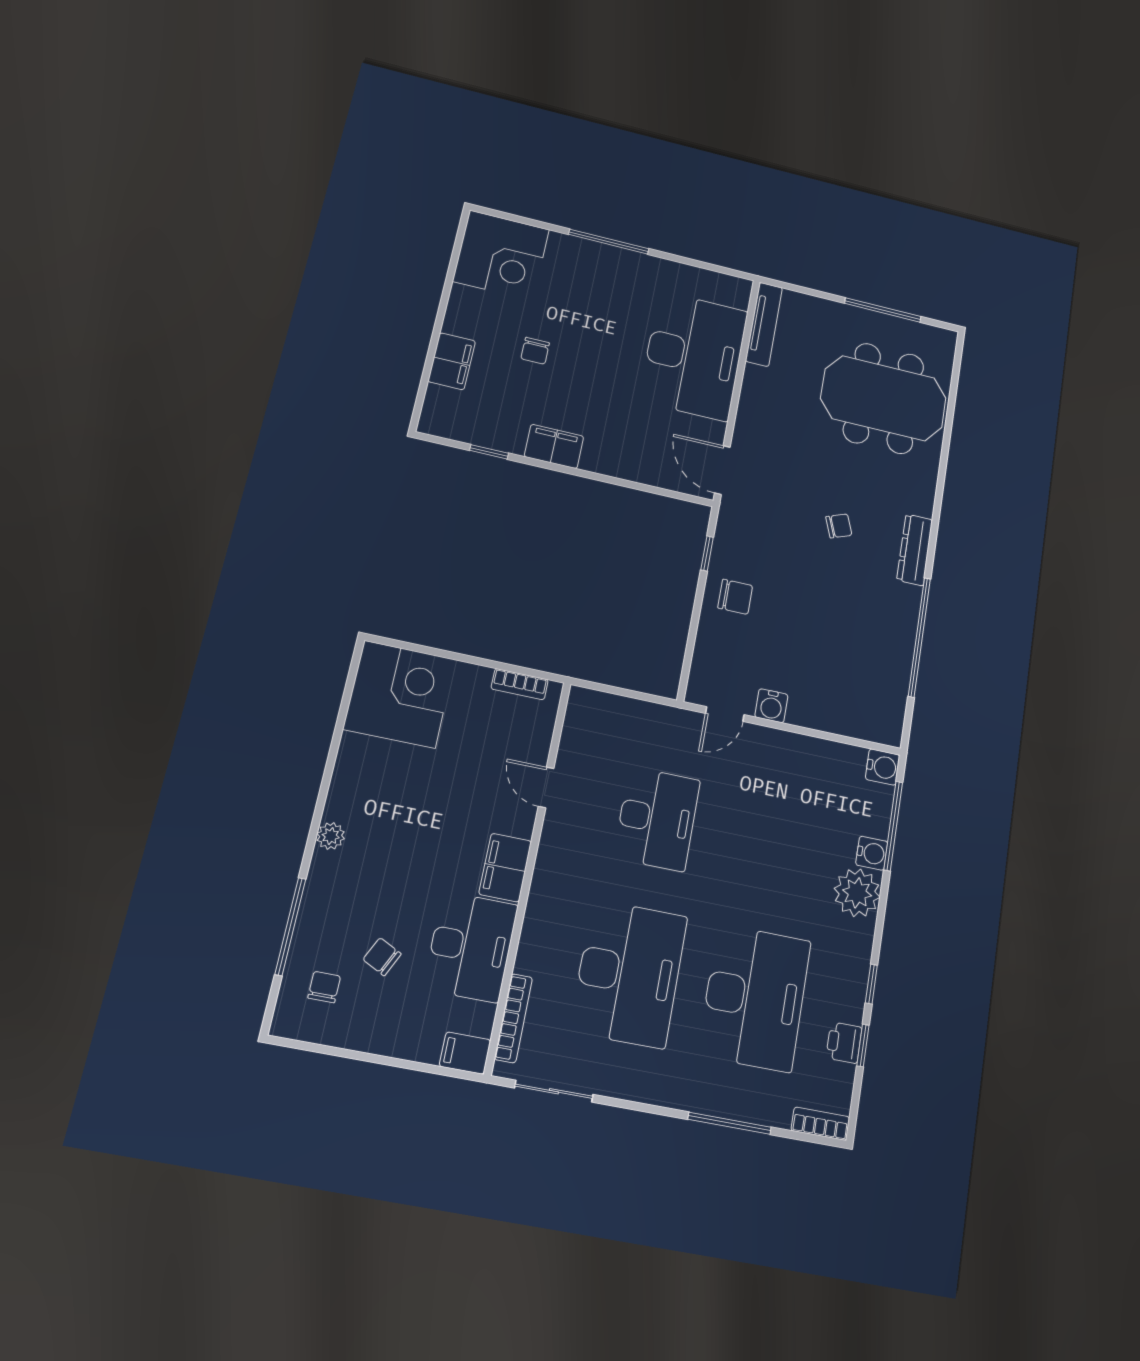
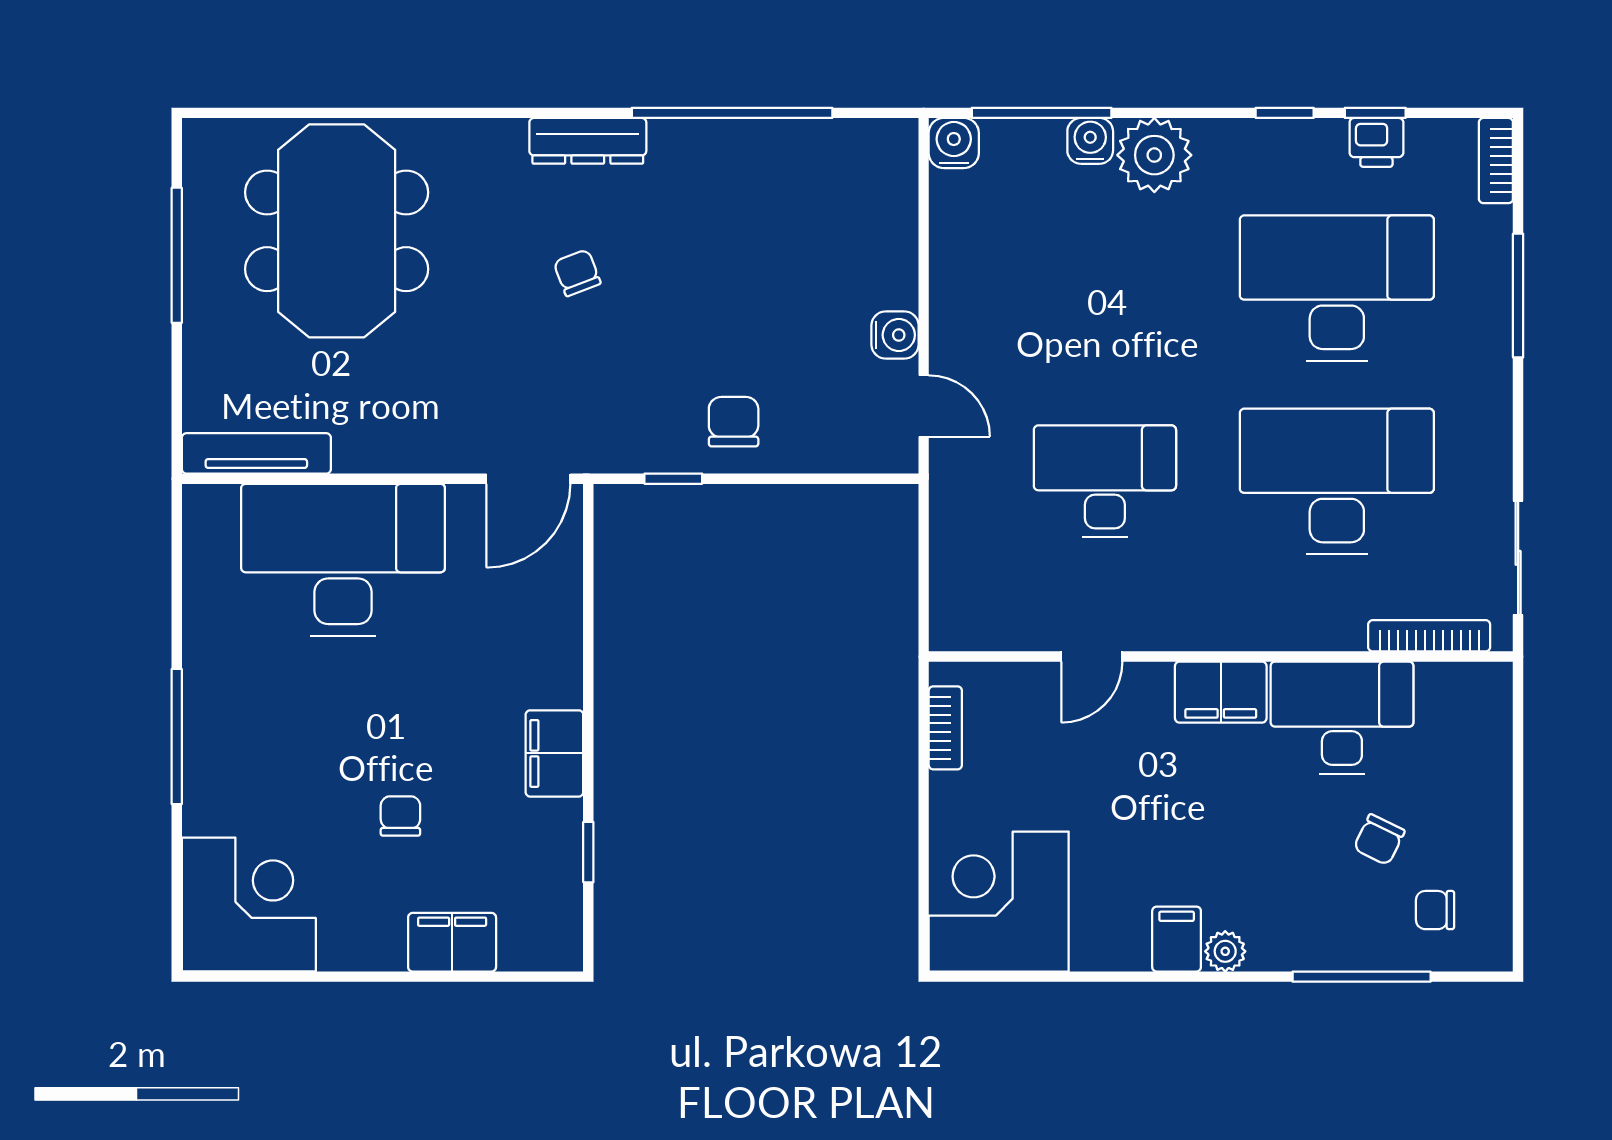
chair: (535, 351) -> (400, 816), turned -90
filing cabinet: (465, 1053) -> (1177, 939), moved, turned 180

